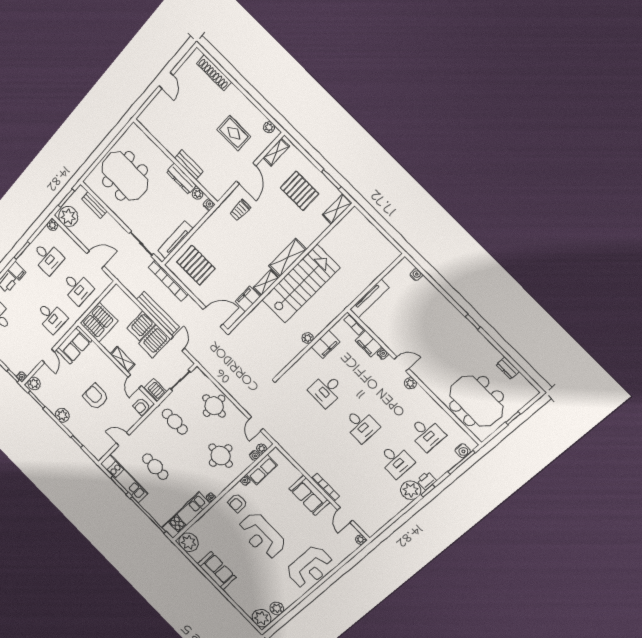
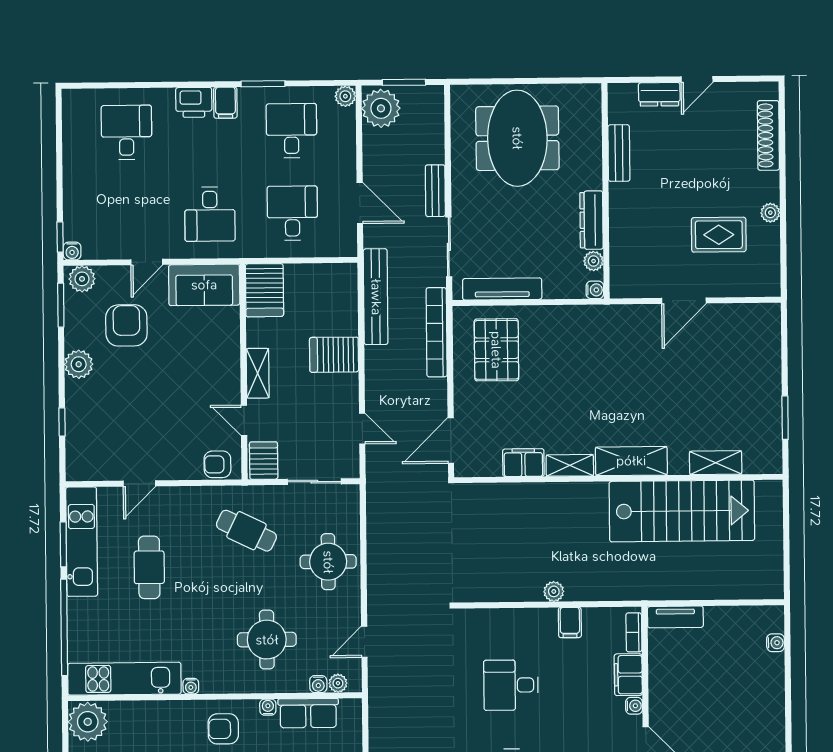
dresser: (158, 102) -> (659, 94), added
plant: (269, 127) -> (770, 213), moved
rug: (234, 133) -> (719, 235), turned 90
shelving: (276, 152) -> (749, 314), removed
bench: (189, 165) -> (619, 153), moved
pallet: (299, 191) -> (731, 392), removed
bench: (94, 205) -> (435, 191), moved
shelving: (337, 209) -> (716, 463), moved
trolley: (240, 210) -> (629, 338), removed
desk: (48, 258) -> (292, 131), turned 180
stairs: (301, 284) -> (682, 511), moved
desk: (77, 288) -> (292, 213), turned 180
tv unit: (369, 298) -> (675, 617), width x0.71
bench: (158, 313) -> (376, 297), moved
door: (213, 317) -> (451, 440), swing flipped
server rack: (99, 322) -> (264, 290), width x0.63
server rack: (154, 341) -> (332, 393), removed
door: (178, 344) -> (362, 429), hinge flipped
filing cabinet: (326, 344) -> (570, 622), width x0.50
door: (135, 381) -> (244, 420), hinge flipped
armchair: (96, 397) -> (126, 325), moved
cafe table: (175, 422) -> (246, 531), turned -64
door: (123, 439) -> (139, 483), swing flipped

